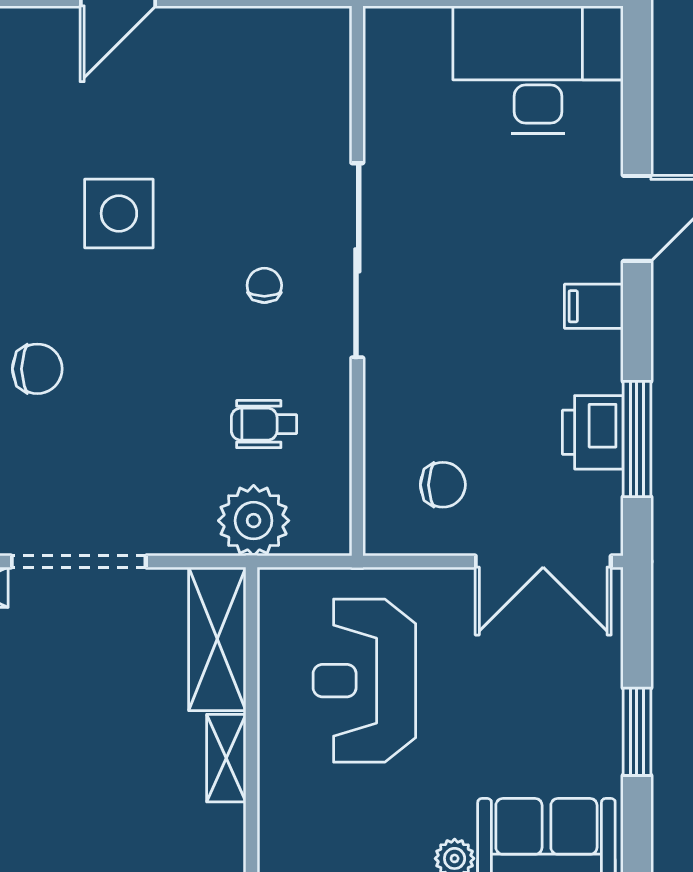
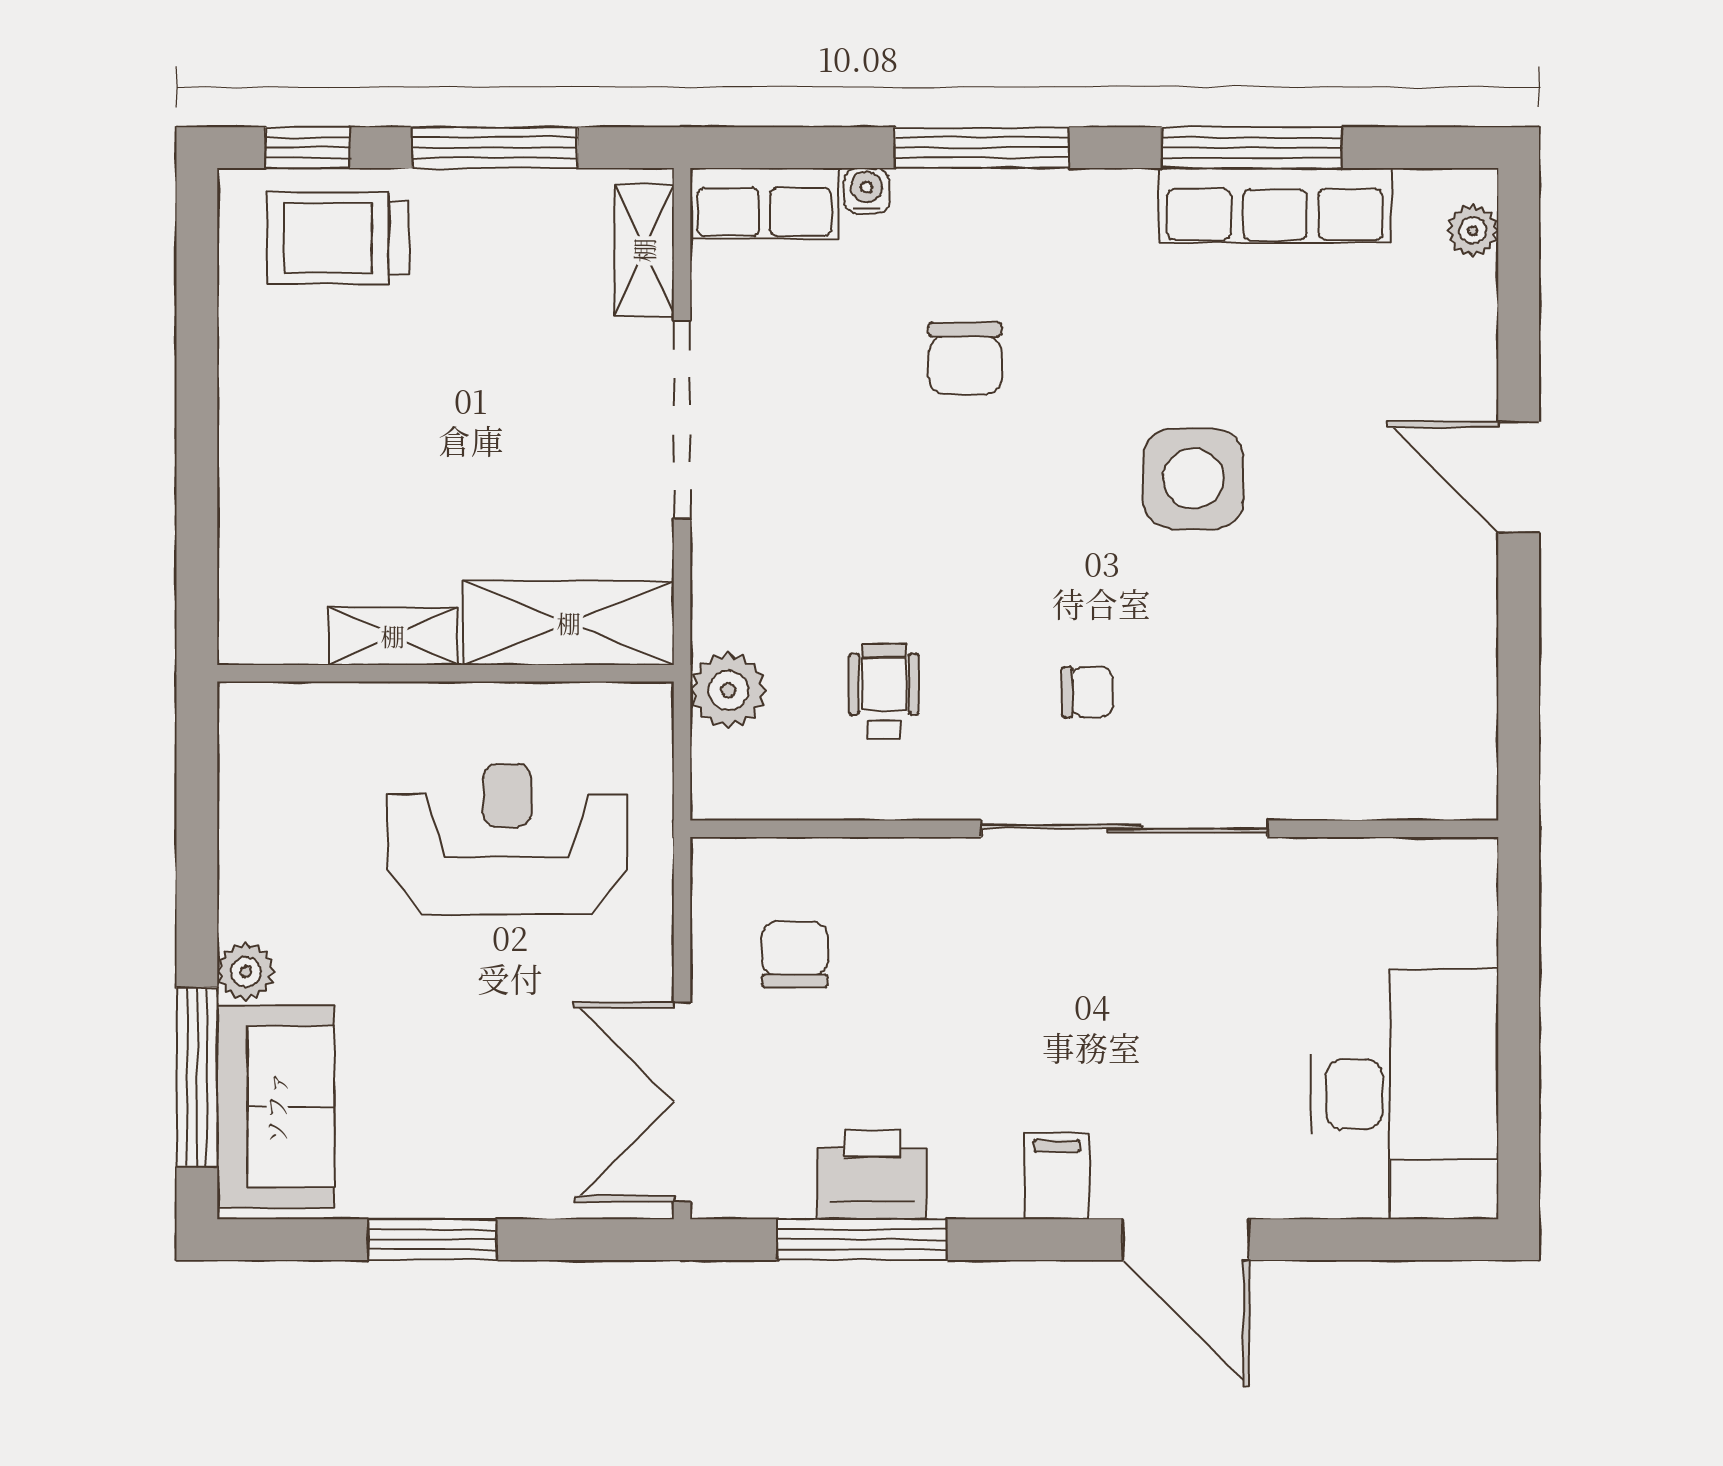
chair: (443, 485) -> (795, 954), turned 180
plant: (254, 521) -> (728, 690), width x0.73, depth x0.73

